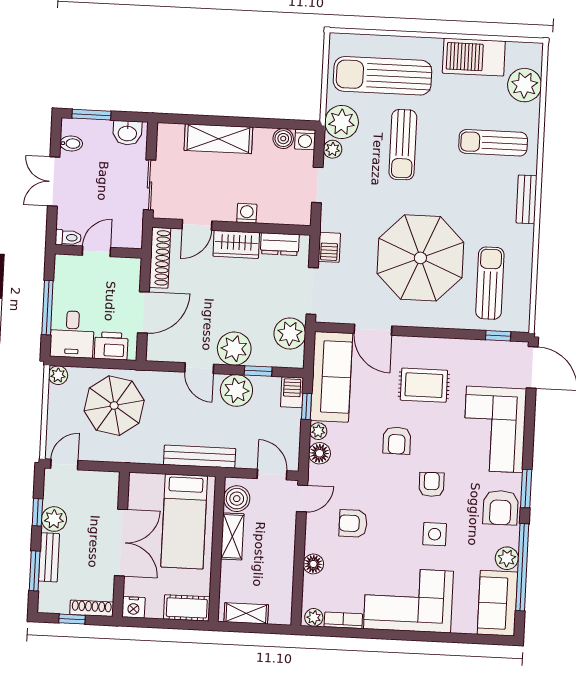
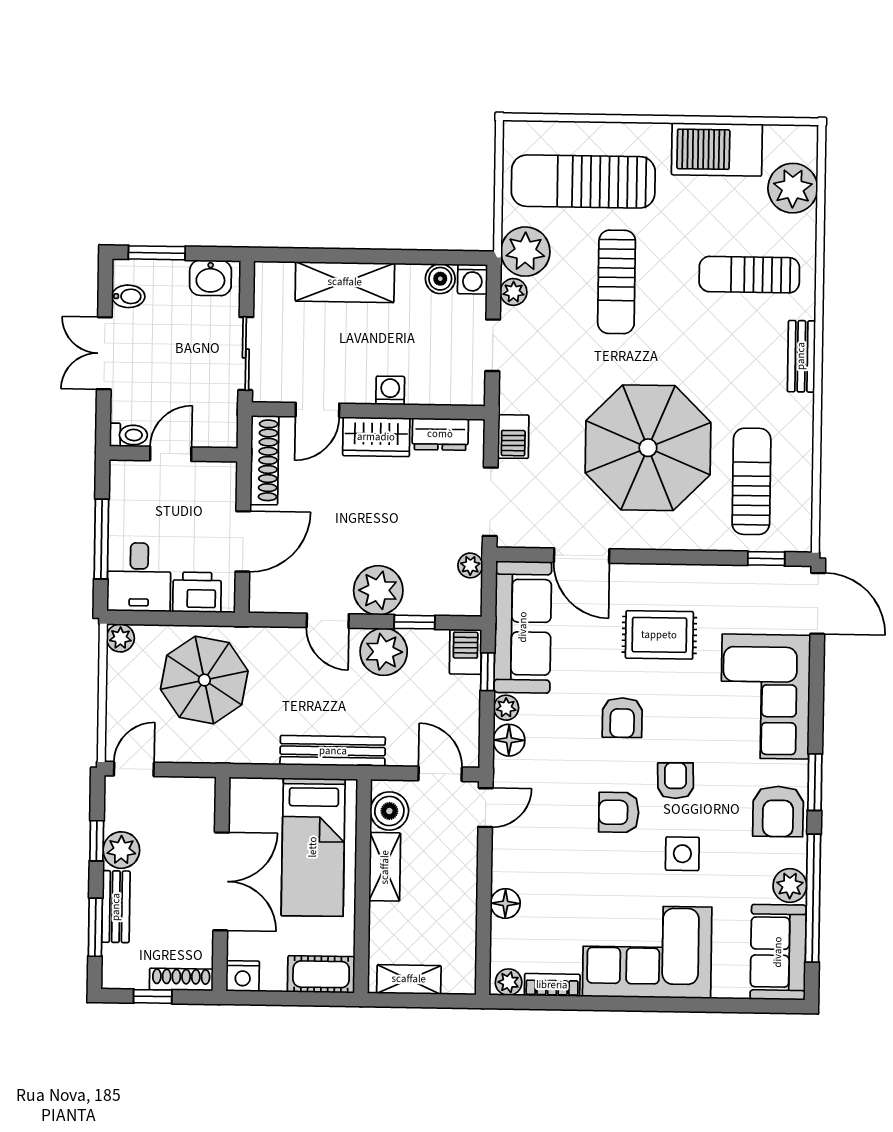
plant: (290, 333) -> (470, 565), width x0.53, depth x0.53
armchair: (353, 523) -> (619, 812), moved

